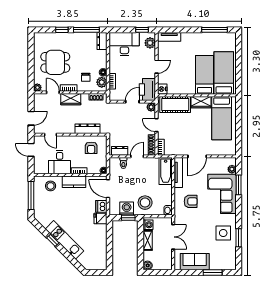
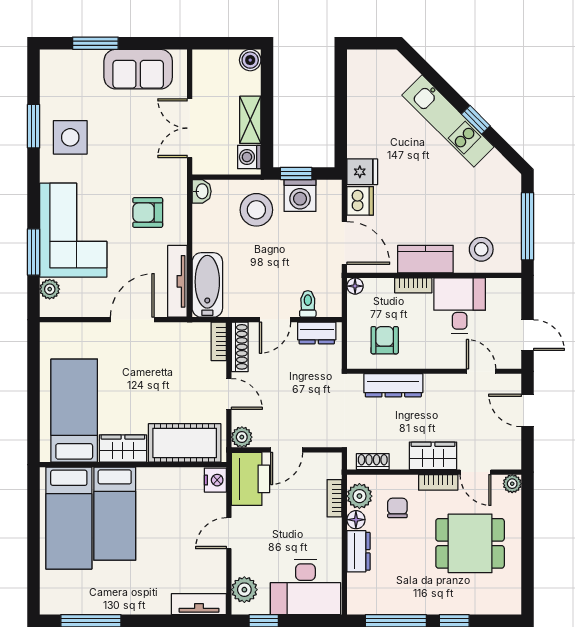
dresser: (102, 41) -> (358, 551), moved
door: (31, 118) -> (528, 410), hinge flipped

